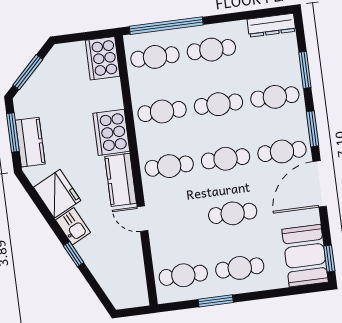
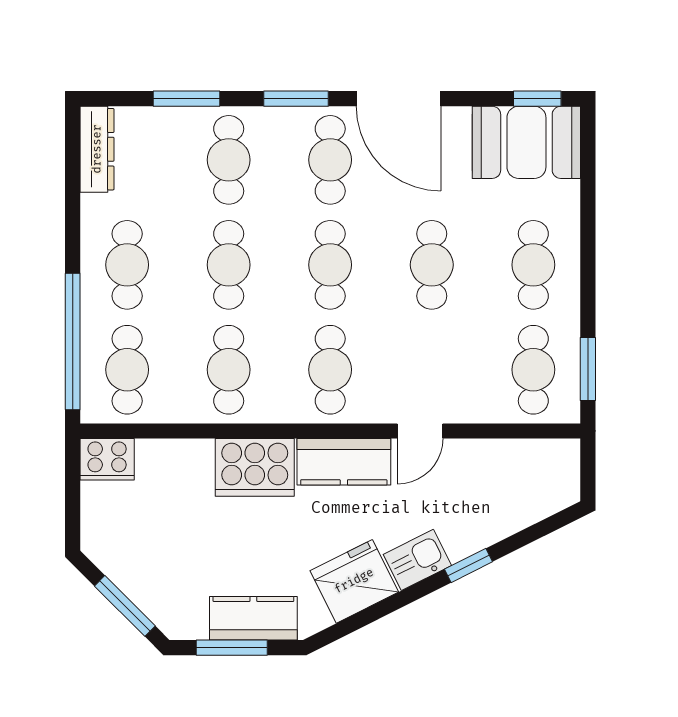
cooker: (103, 58) -> (107, 459), width x0.73, depth x0.76
window: (216, 301) -> (588, 369), moved

